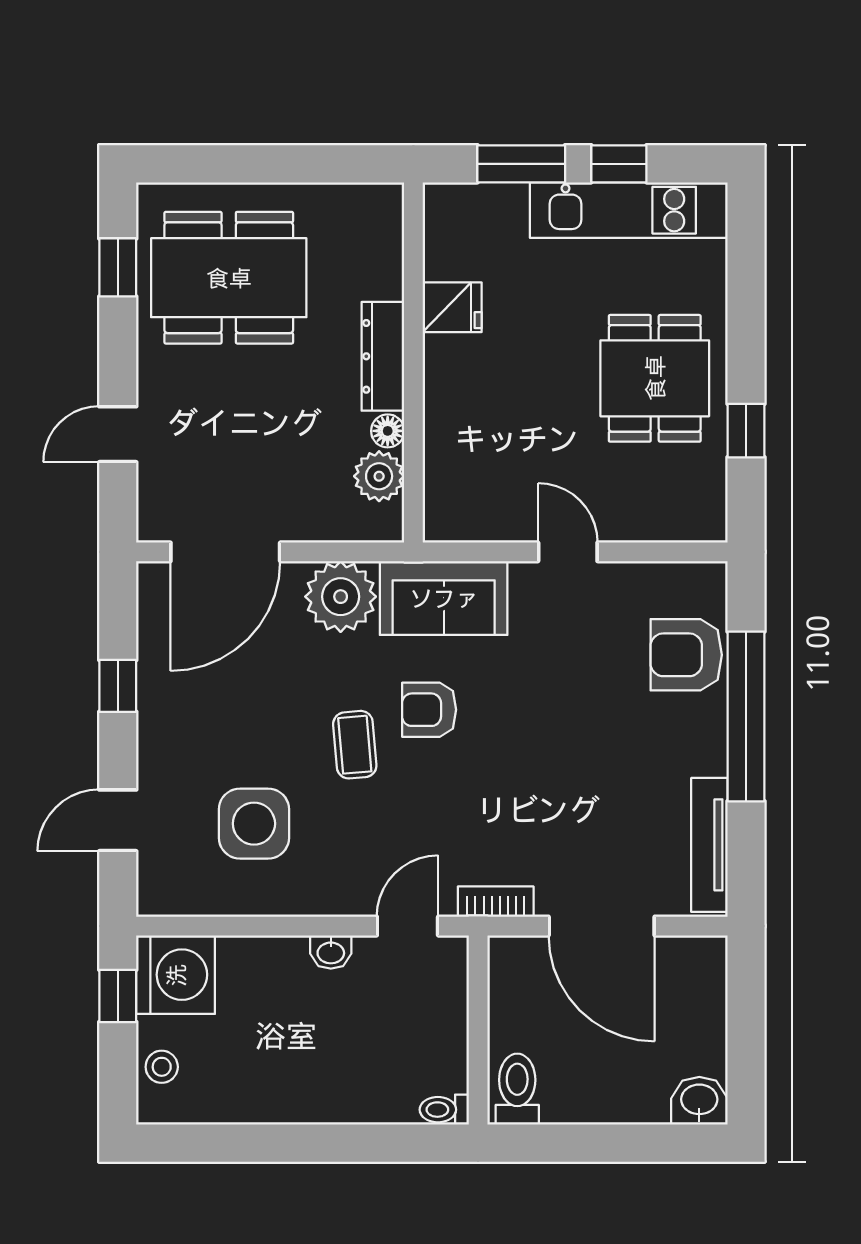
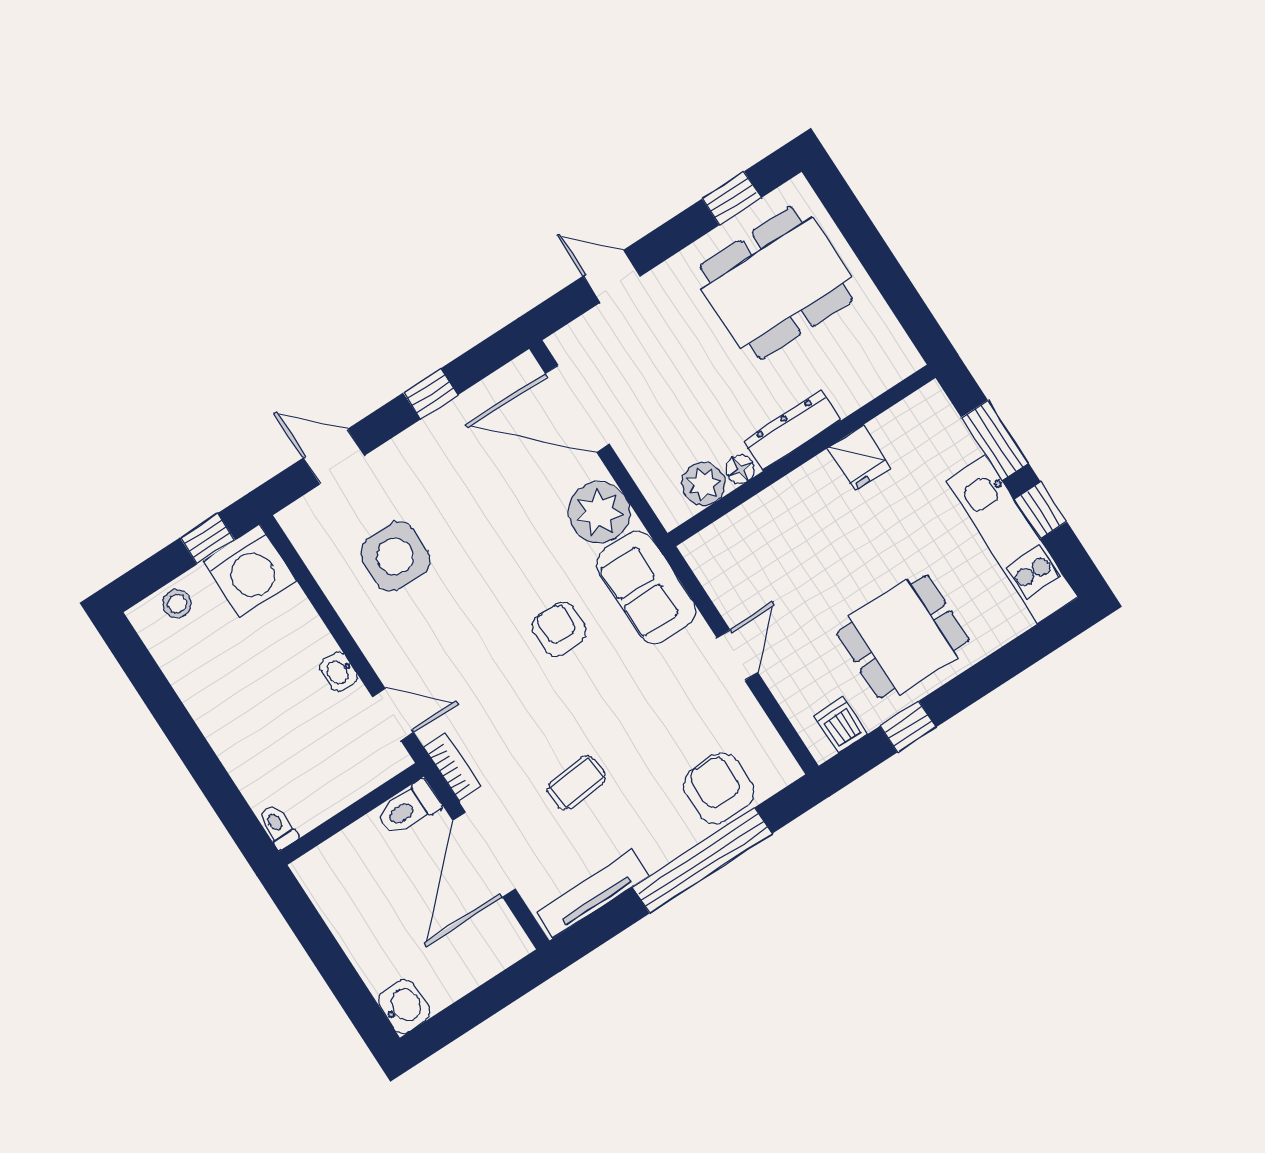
dining table: (229, 278) -> (776, 283), turned 90
dishwasher: (702, 495) -> (841, 725), added
coffee table: (355, 745) -> (576, 783), moved
toilet: (517, 1089) -> (408, 809), moved, turned 180

